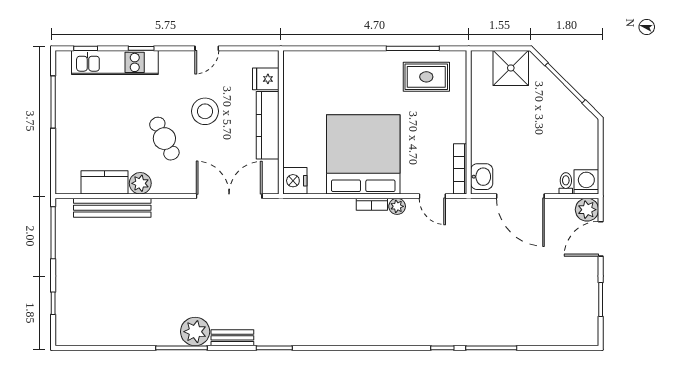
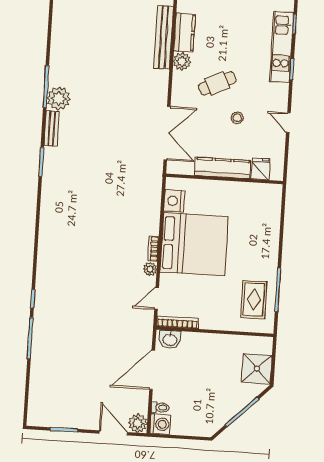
stool: (205, 111) -> (237, 118), width x0.53, depth x0.53
nightstand: (295, 181) -> (174, 201), moved, turned -90

